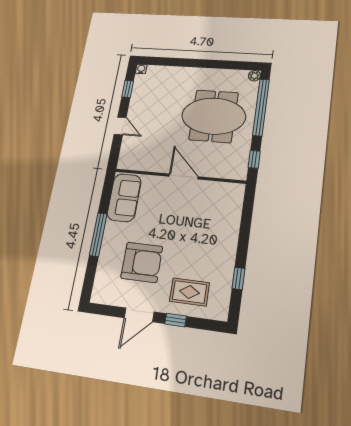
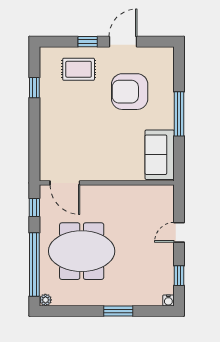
window: (188, 63) -> (118, 311), added
door: (120, 126) -> (179, 232), hinge flipped
door: (183, 177) -> (65, 183), moved

